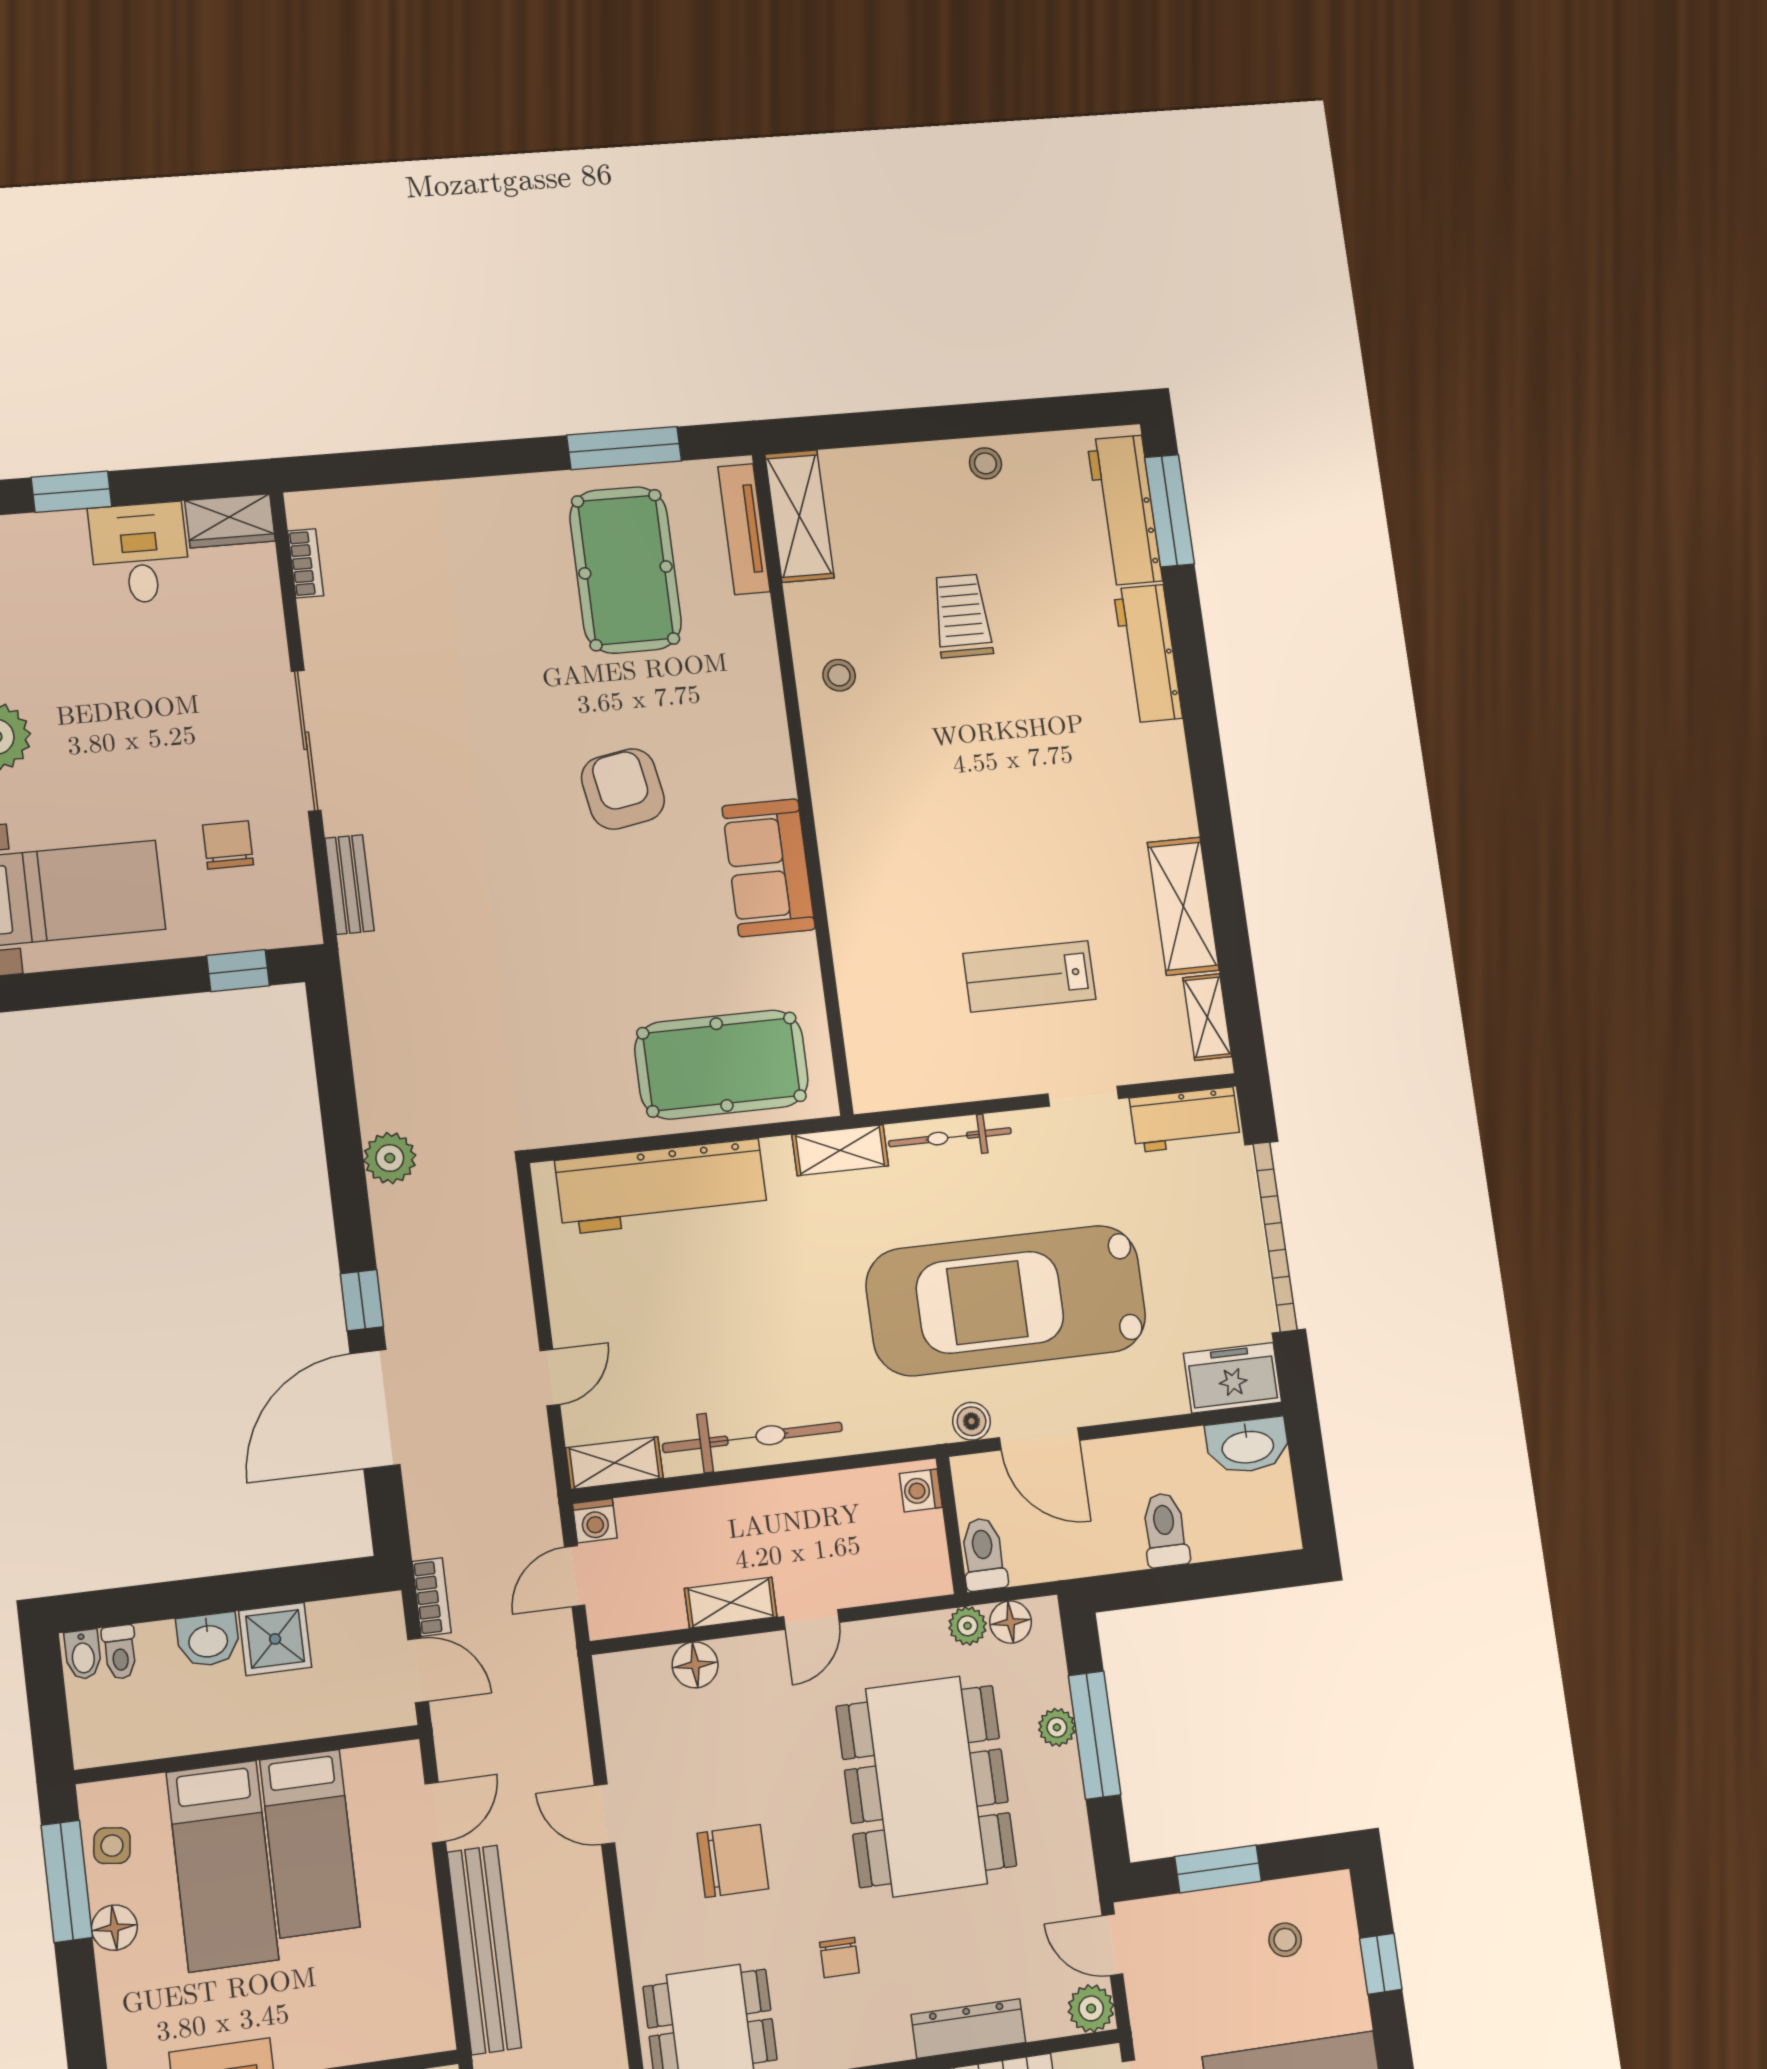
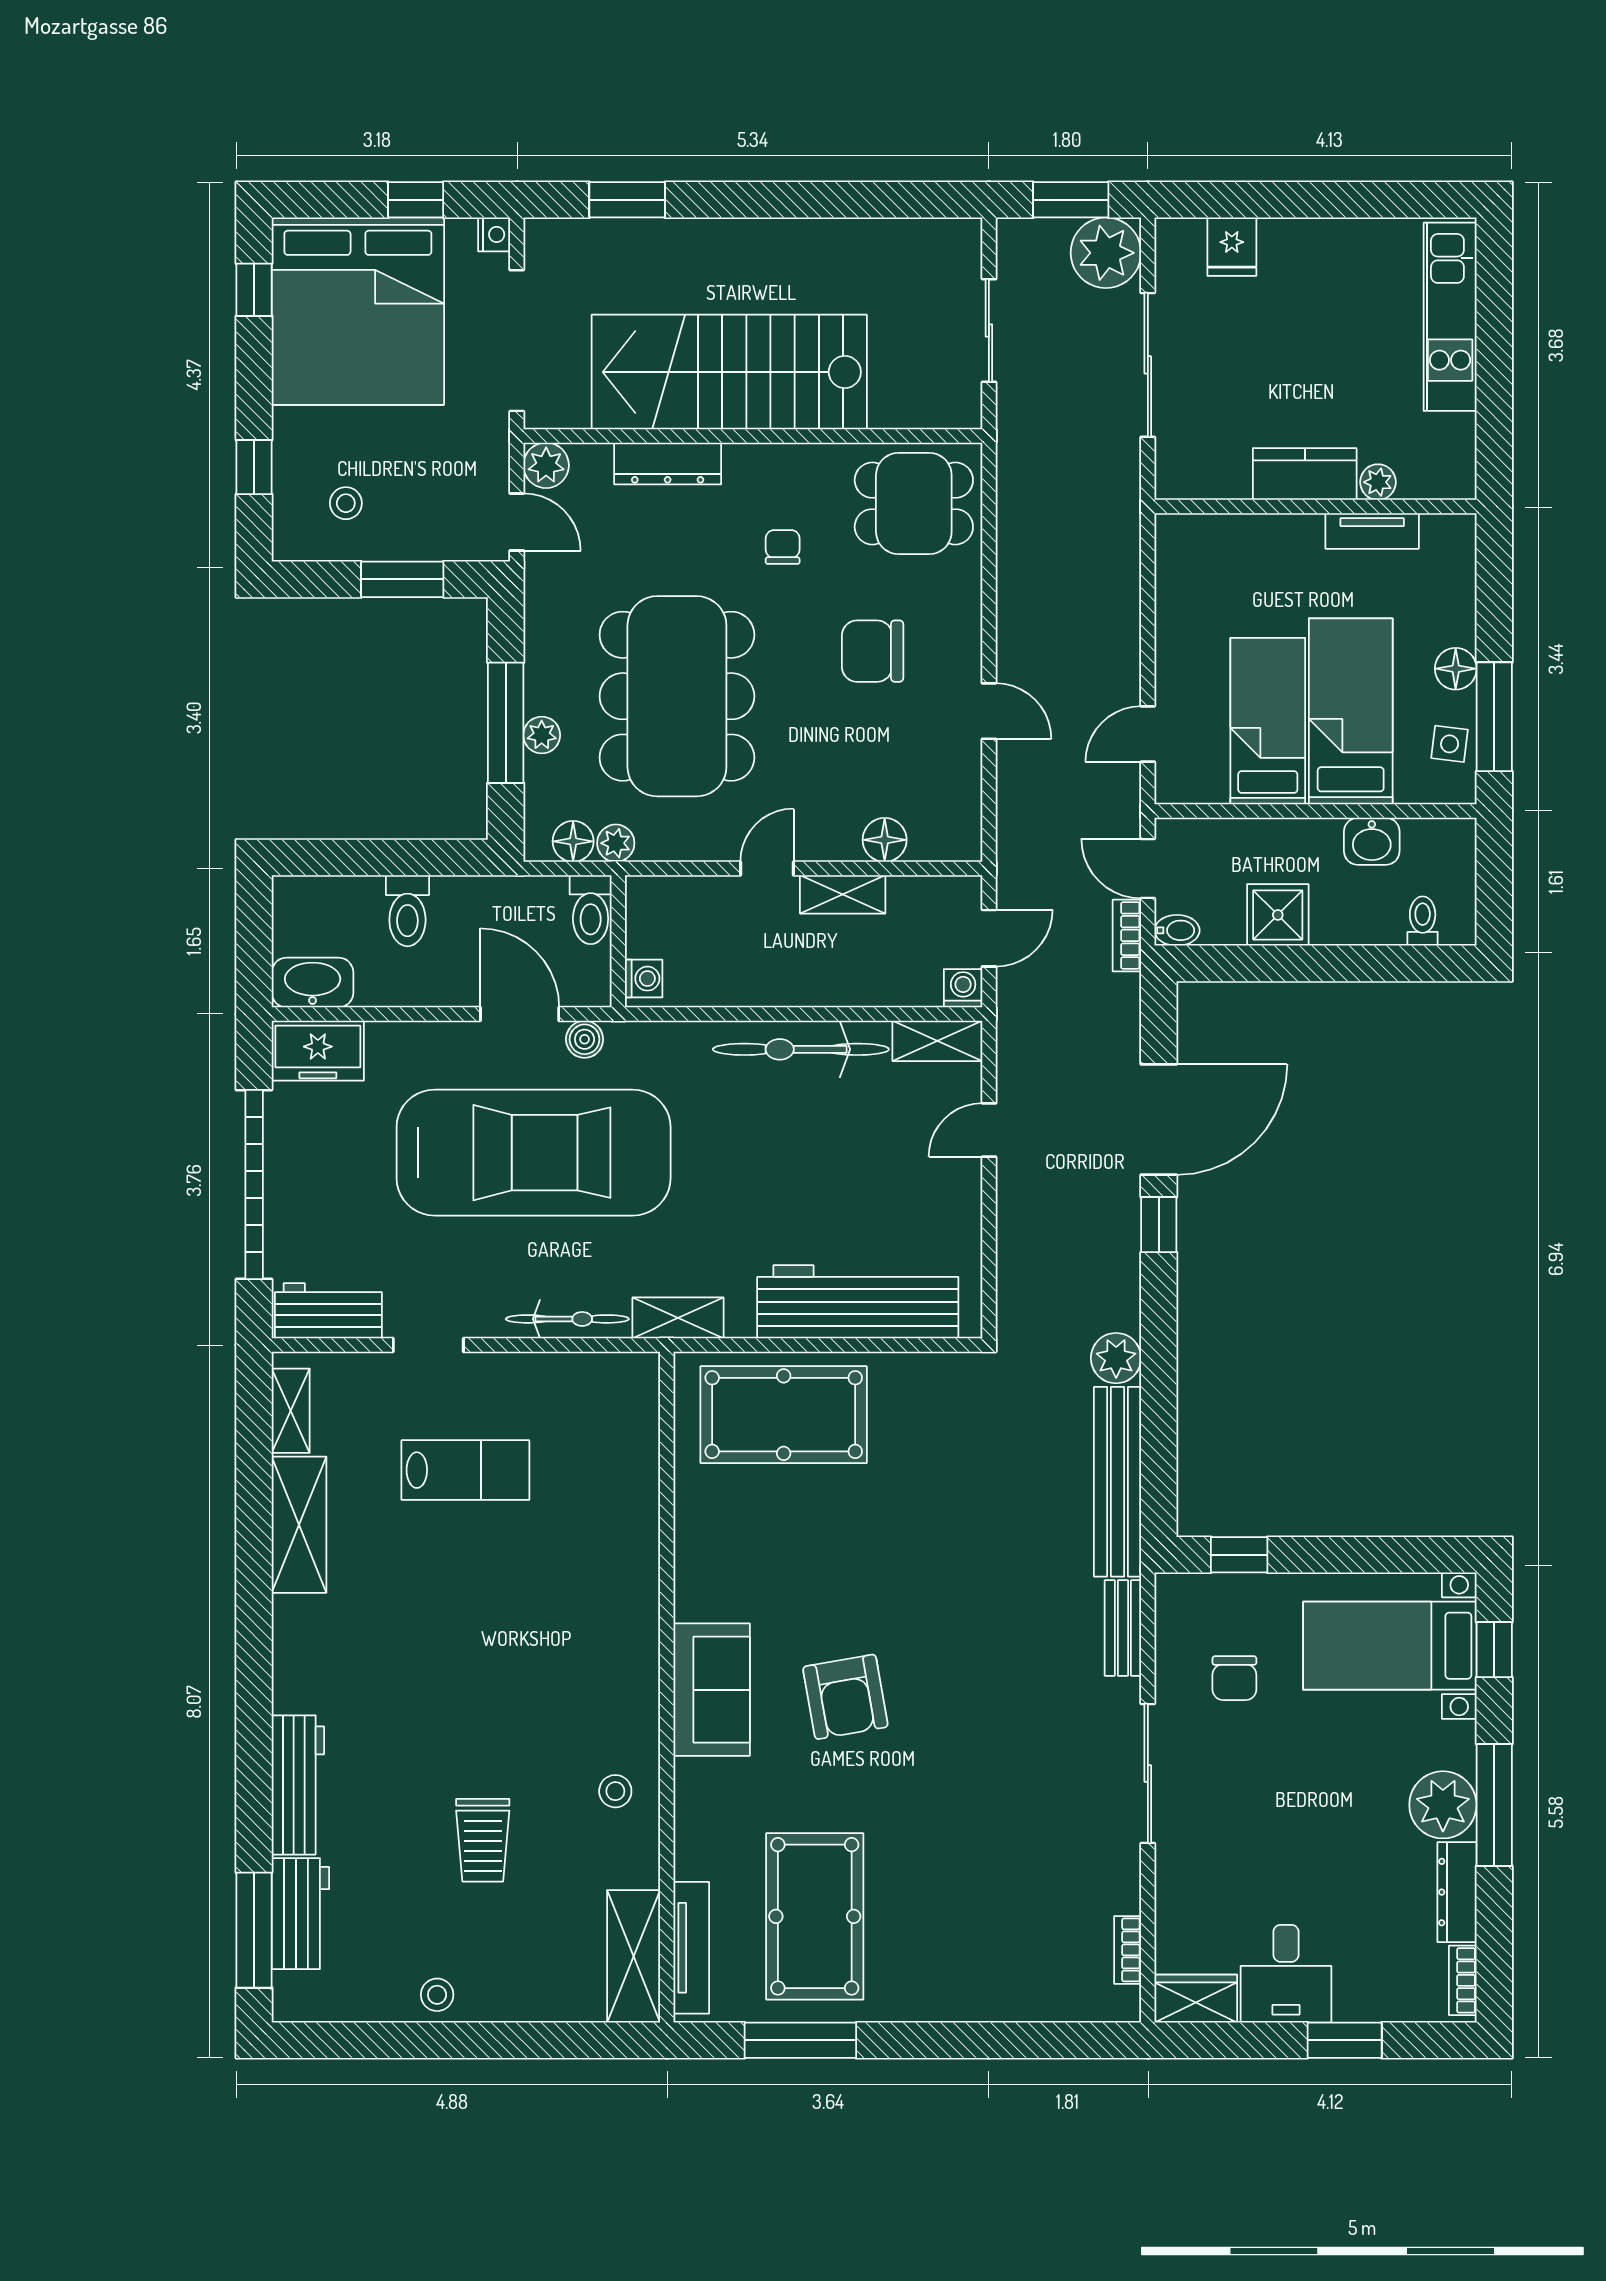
workbench: (1125, 510) -> (300, 1914), width x0.73
sofa: (769, 868) -> (712, 1690), moved
washbasin: (208, 1640) -> (1372, 841), moved, turned 180
bidet: (83, 1655) -> (1177, 930), moved, turned 90
bench: (484, 1950) -> (1118, 1482), moved

